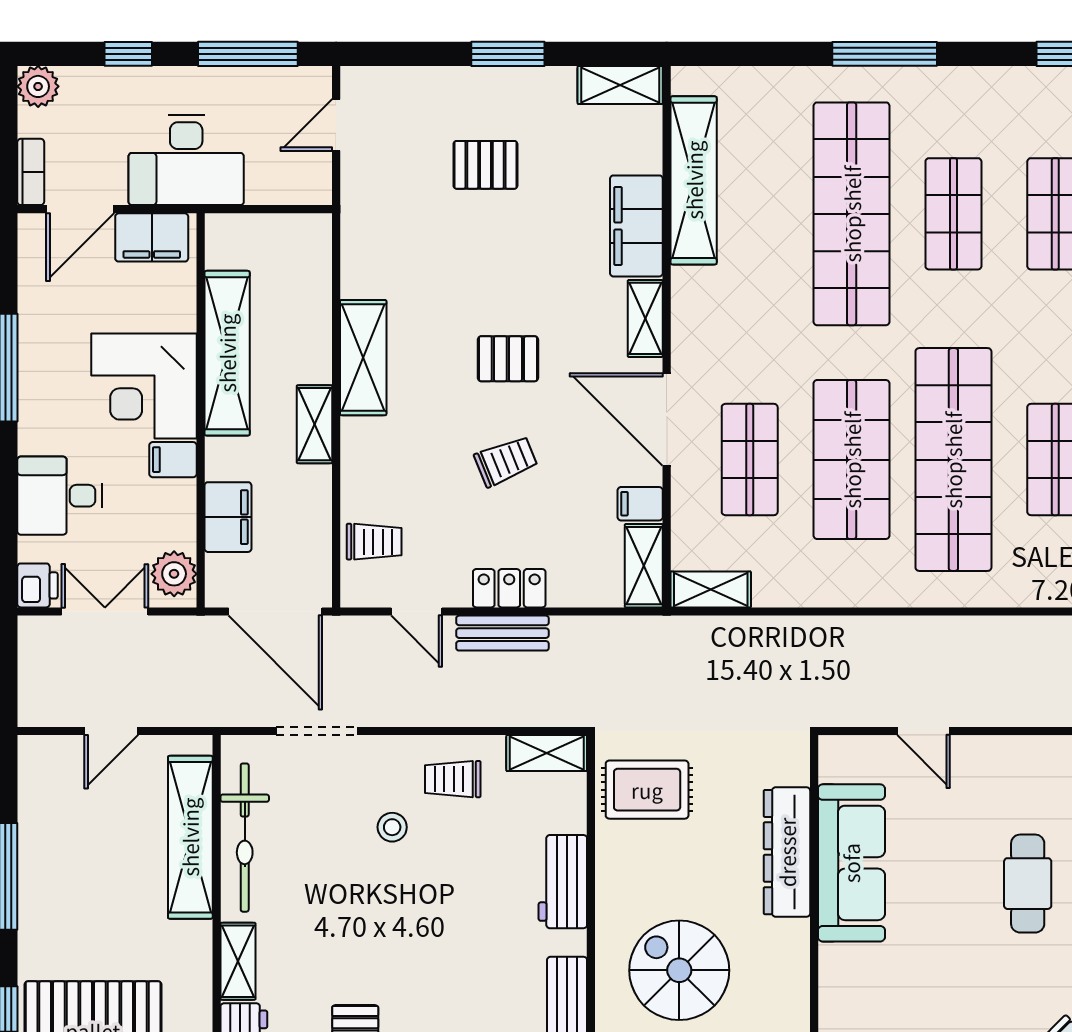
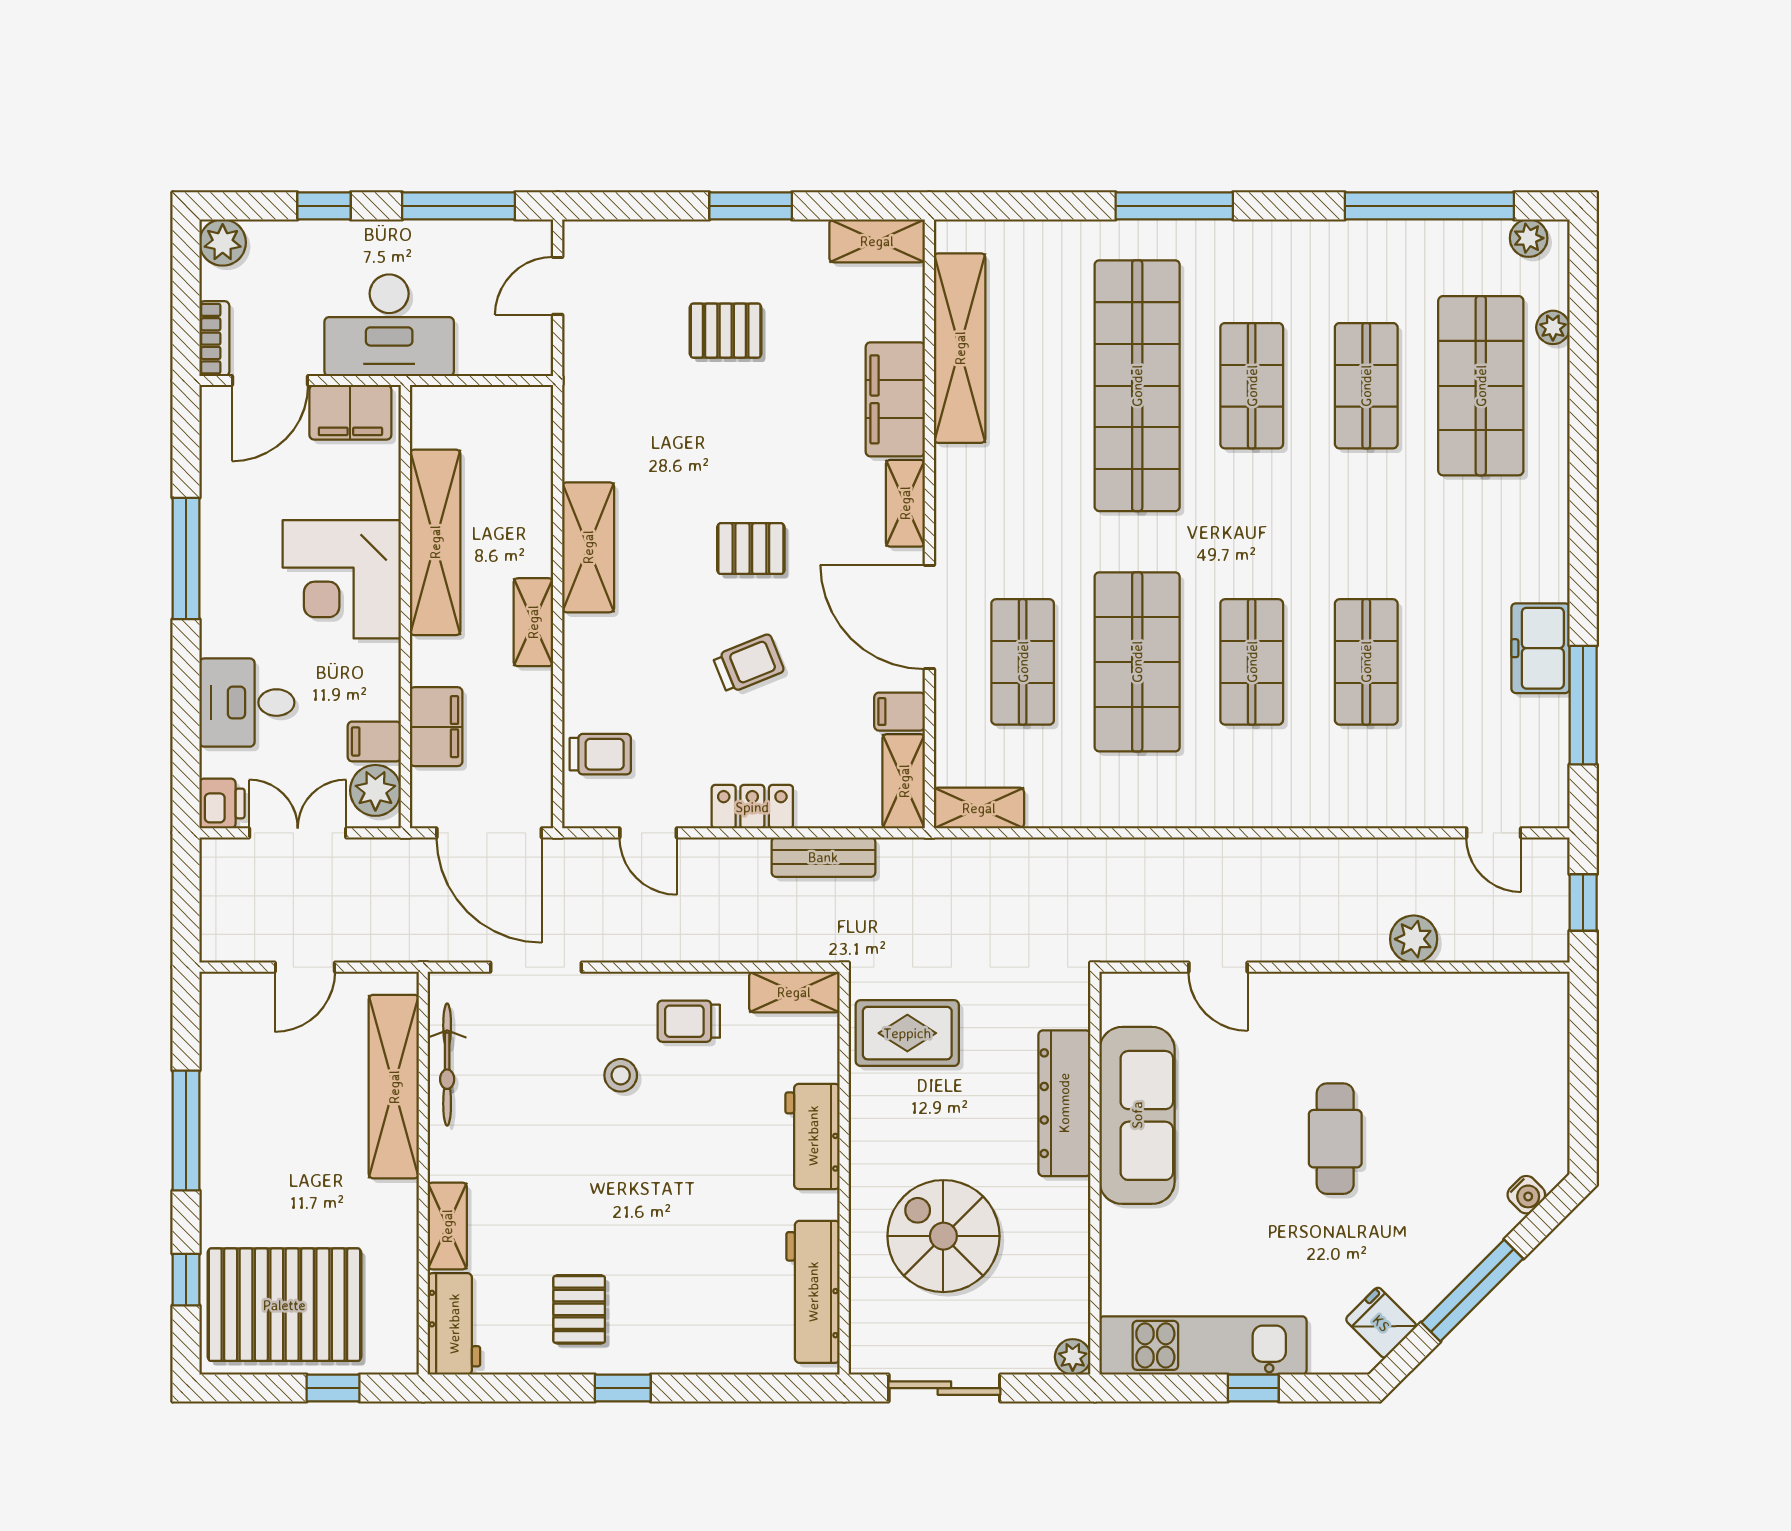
filing cabinet: (173, 460) -> (374, 741), moved
shop shelf: (953, 460) -> (1252, 662), width x0.50, depth x0.74
bench: (502, 633) -> (823, 857), moved
bicycle: (245, 838) -> (447, 1065), width x0.73, depth x0.71

